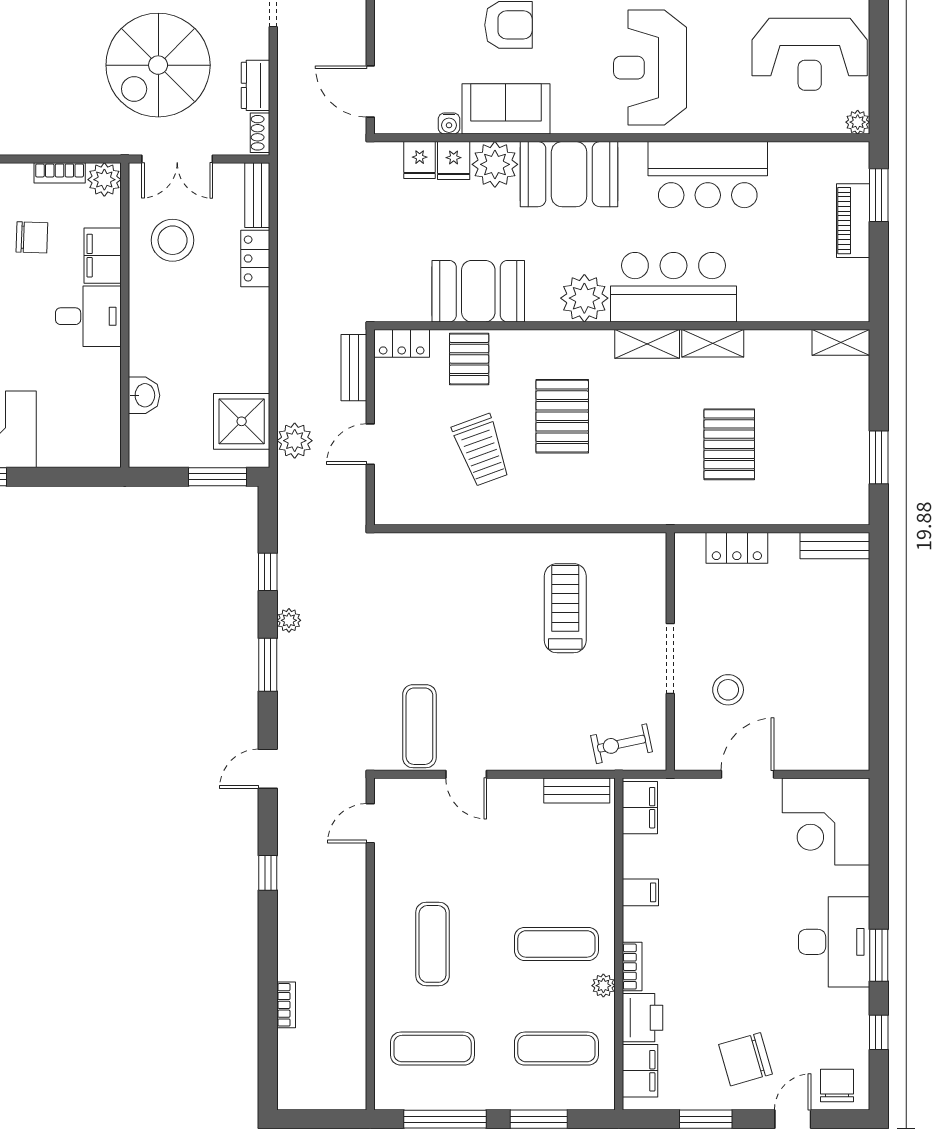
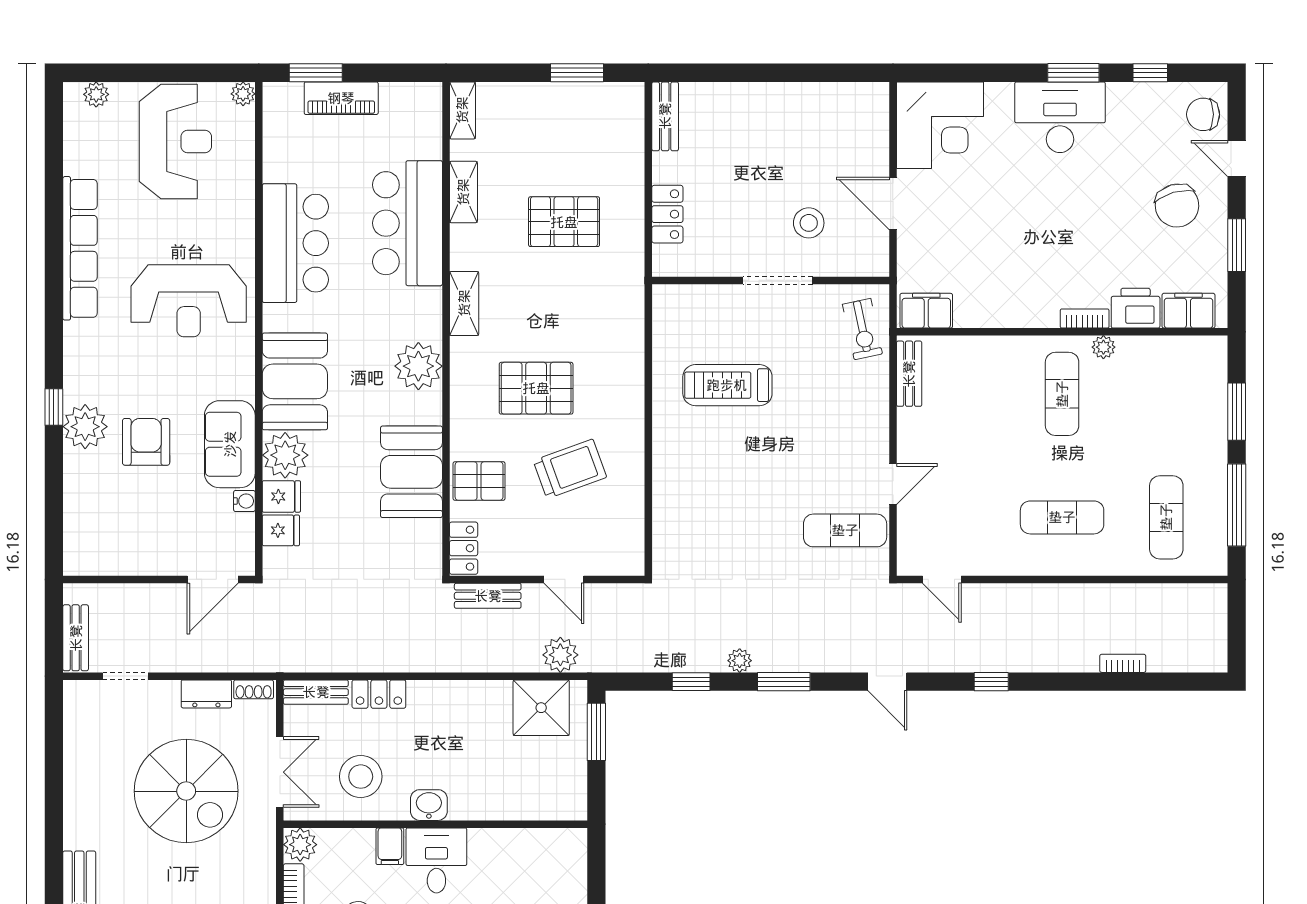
filing cabinet: (103, 256) -> (390, 846), width x0.50
bar counter: (673, 287) -> (408, 223), moved
shelving: (713, 343) -> (463, 192), moved
washbasin: (144, 395) -> (429, 805), moved
filing cabinet: (640, 892) -> (1011, 310), removed
exercise mat: (556, 1049) -> (1166, 394), removed

